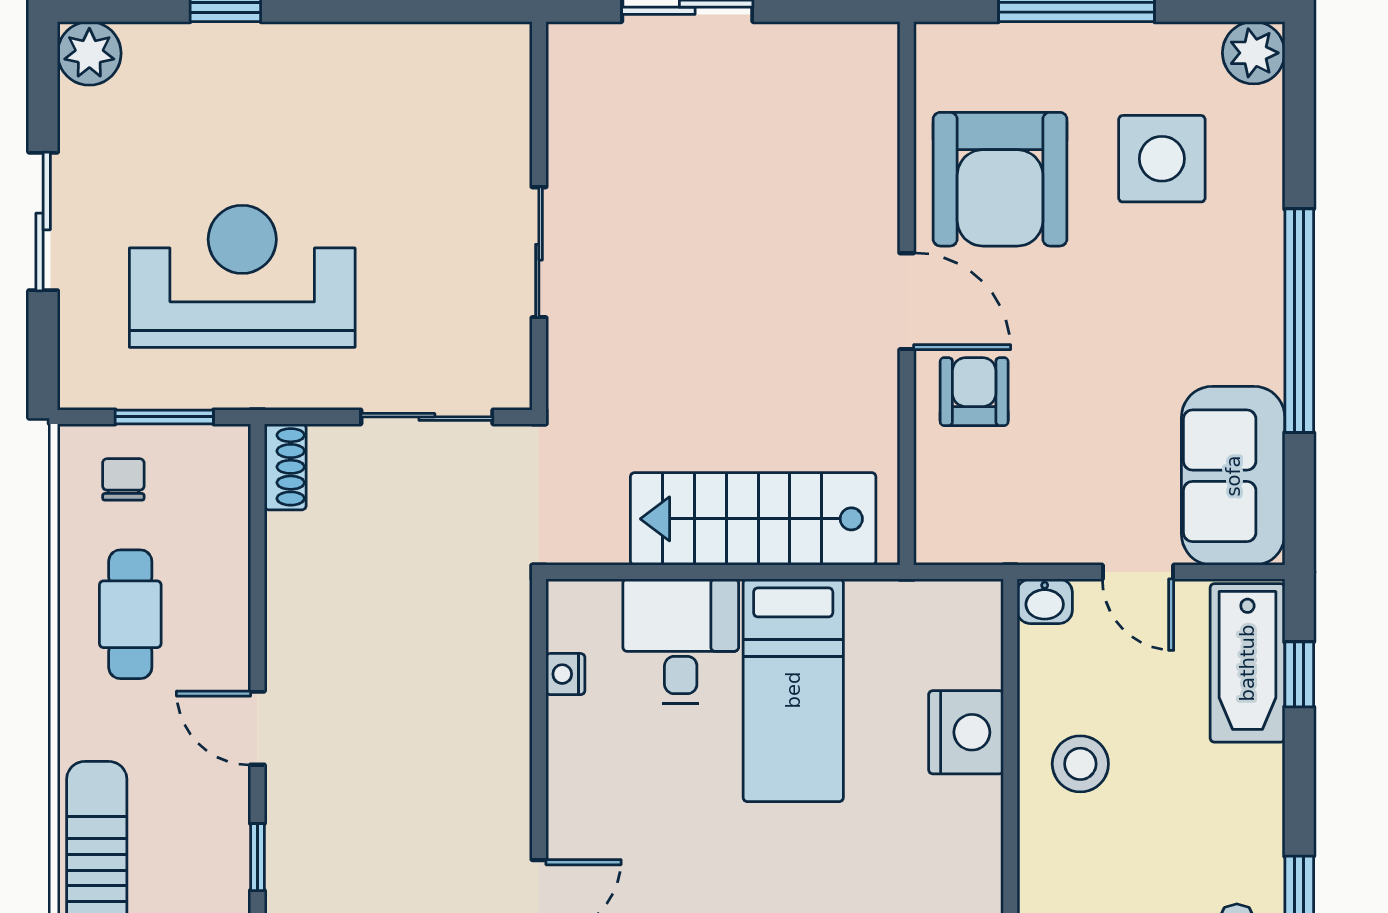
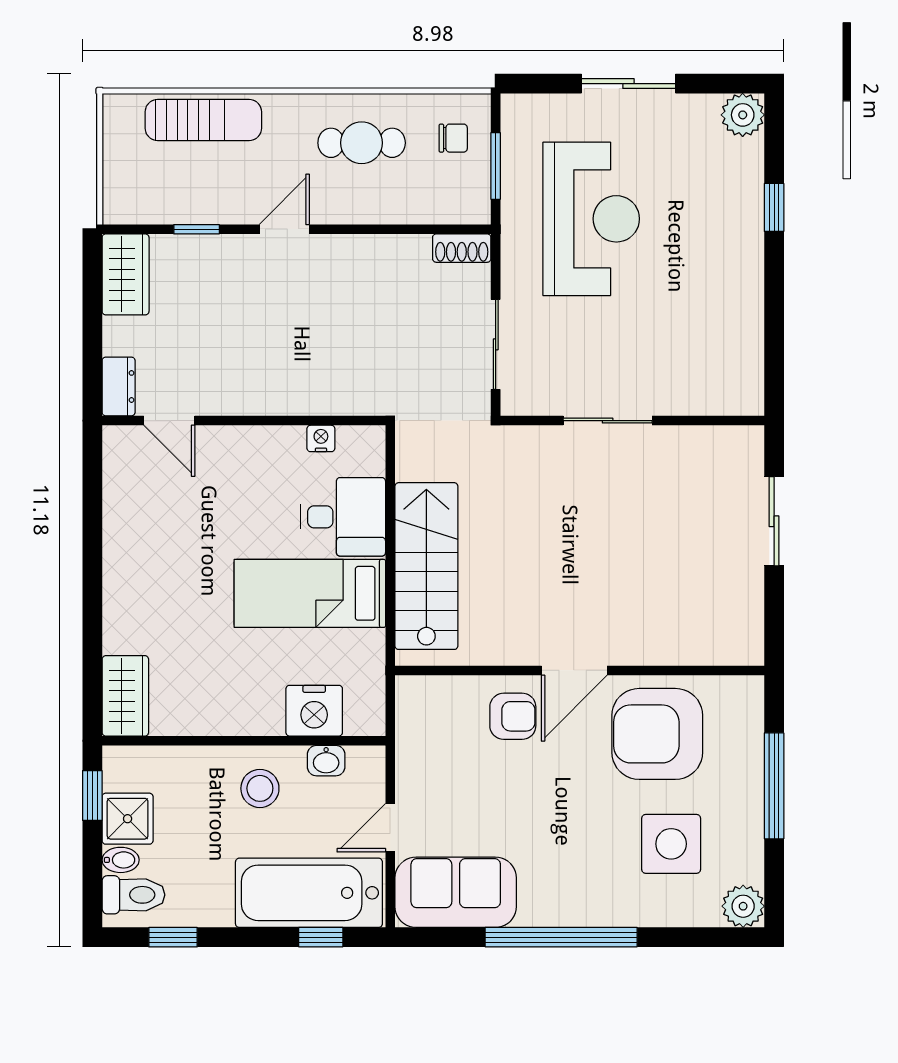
washbasin: (1045, 601) -> (326, 761), moved, turned -90
bathtub: (1247, 663) -> (309, 893), width x1.36, depth x1.36
nightstand: (966, 732) -> (314, 711), moved

